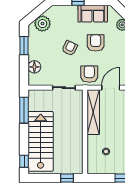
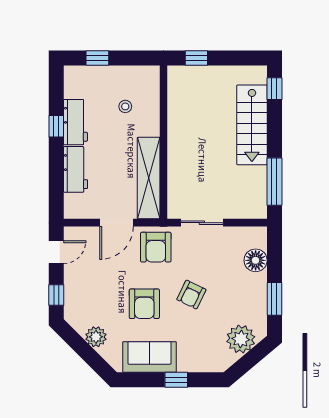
stairs: (41, 141) -> (252, 125), width x0.73, depth x0.66

